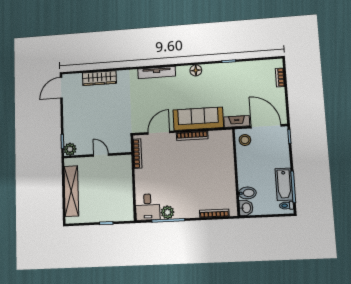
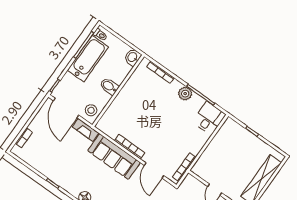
door: (159, 133) -> (154, 170), hinge flipped
bathtub: (284, 184) -> (88, 59), width x1.36, depth x1.36
bidet: (247, 193) -> (109, 86), moved
plant: (167, 212) -> (185, 94), moved

